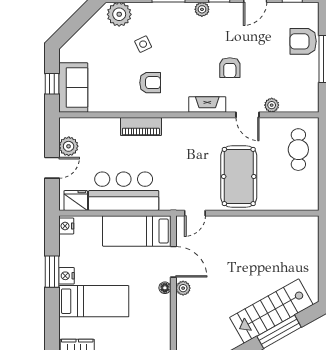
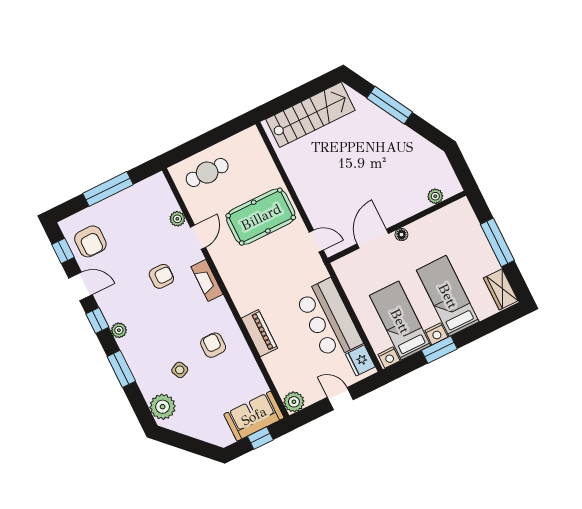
armchair: (303, 41) -> (90, 241), moved
plant: (69, 146) -> (294, 402), moved
bed: (137, 231) -> (400, 321), moved, turned 180
plant: (183, 288) -> (435, 196), moved
stairs: (271, 311) -> (310, 115), moved, turned -61

